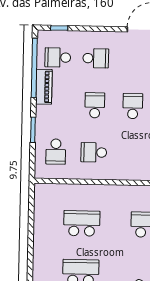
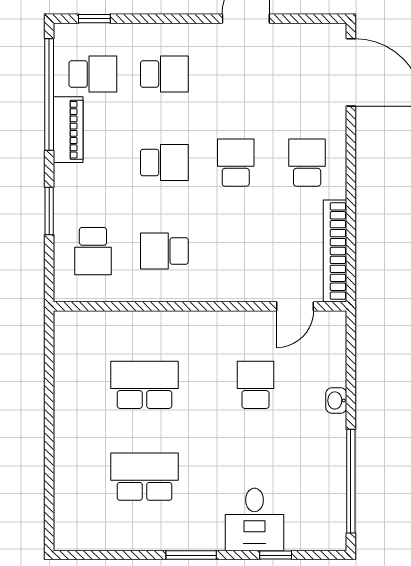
school desk: (58, 57) -> (93, 74), turned 180
school desk: (95, 105) -> (164, 163), turned 90

